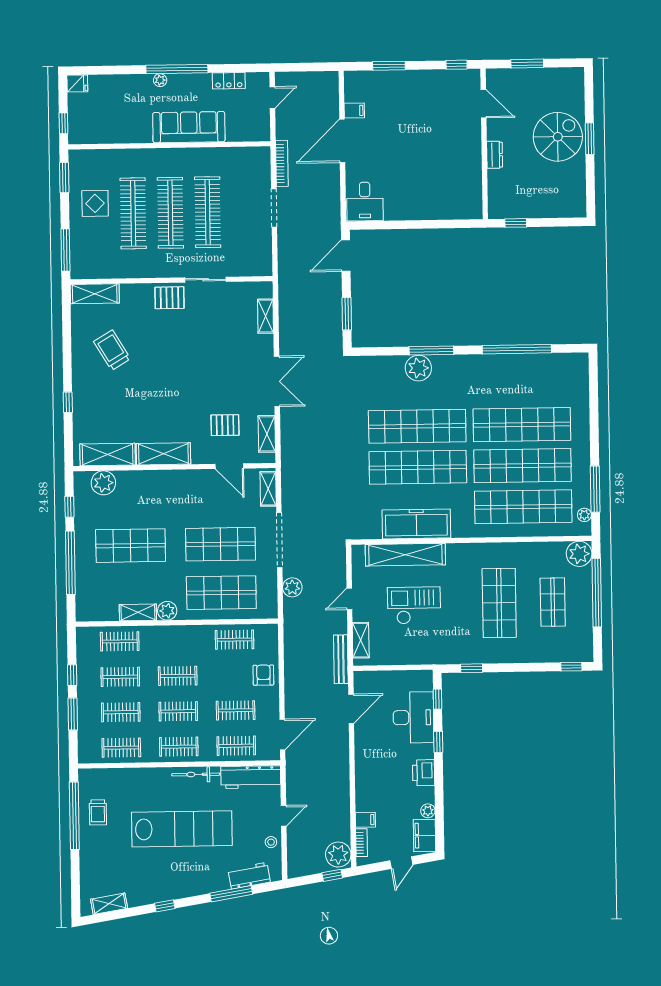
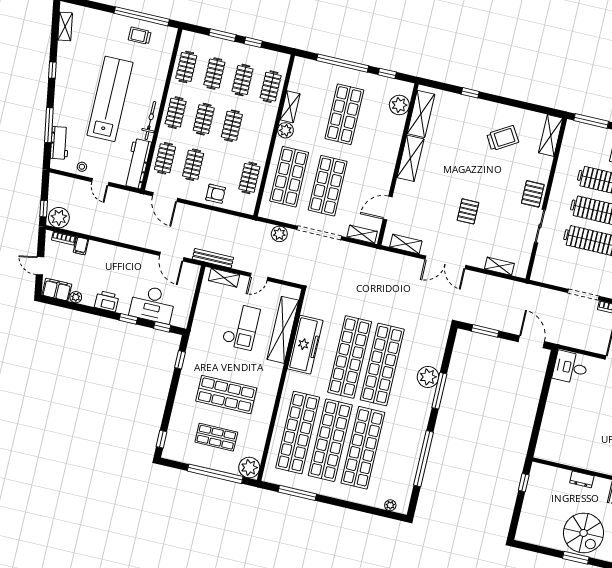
pallet: (225, 425) -> (468, 211), moved
plant: (584, 515) -> (390, 505), moved
door: (349, 599) -> (259, 277), swing flipped
lab bench: (182, 829) -> (110, 99), turned 180

